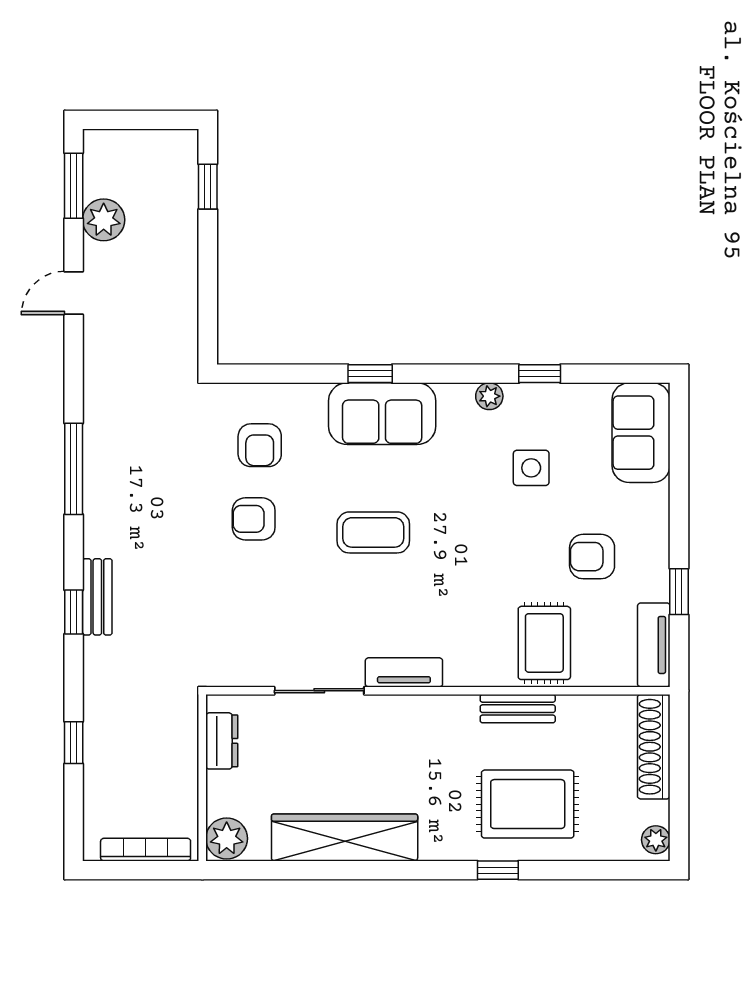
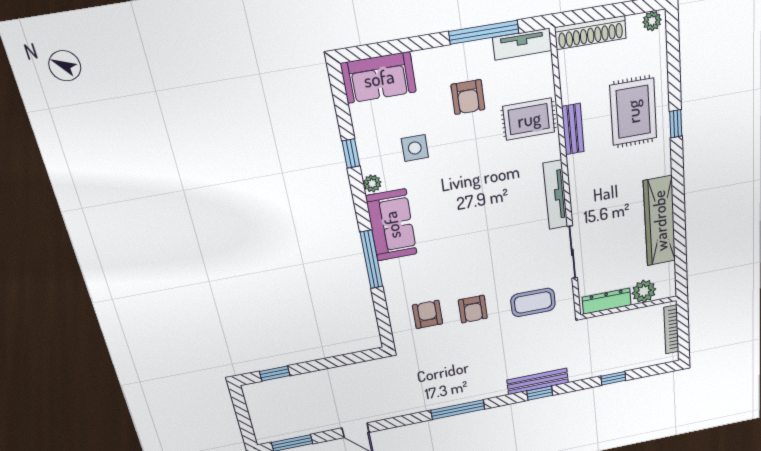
plant: (104, 220) -> (309, 424), removed
window: (370, 374) -> (371, 259), width x2.17
sofa: (382, 414) -> (392, 225), moved
armchair: (260, 445) -> (428, 314), turned -90
coffee table: (373, 532) -> (533, 302), moved, turned 90
window: (679, 592) -> (484, 32), width x2.17
bench: (97, 597) -> (538, 381), width x1.36
tv unit: (404, 672) -> (556, 195), width x1.41
dresser: (222, 741) -> (607, 301), width x1.44
plant: (227, 839) -> (644, 291), moved

